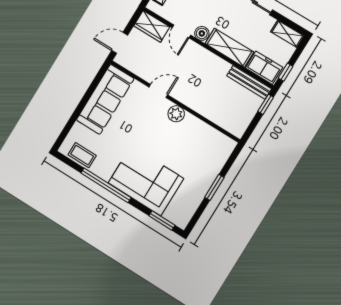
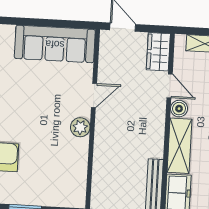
door: (181, 31) -> (170, 86), swing flipped
door: (158, 91) -> (94, 96), hinge flipped

